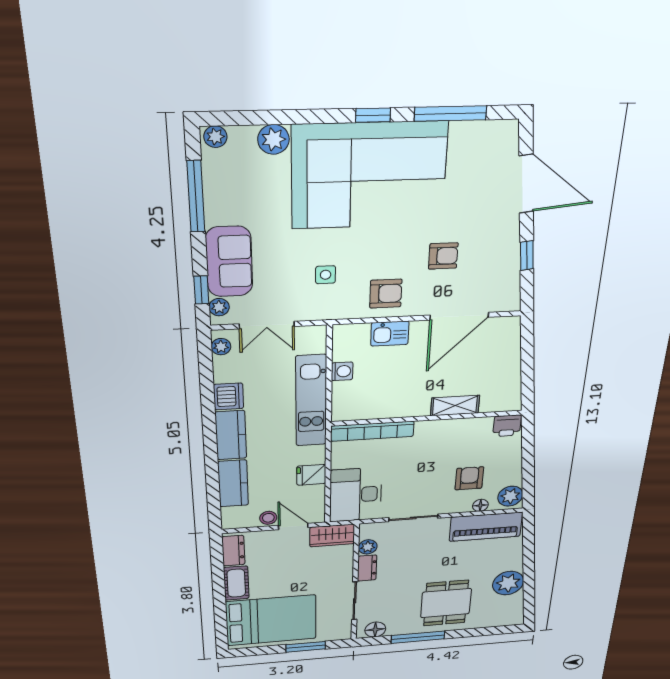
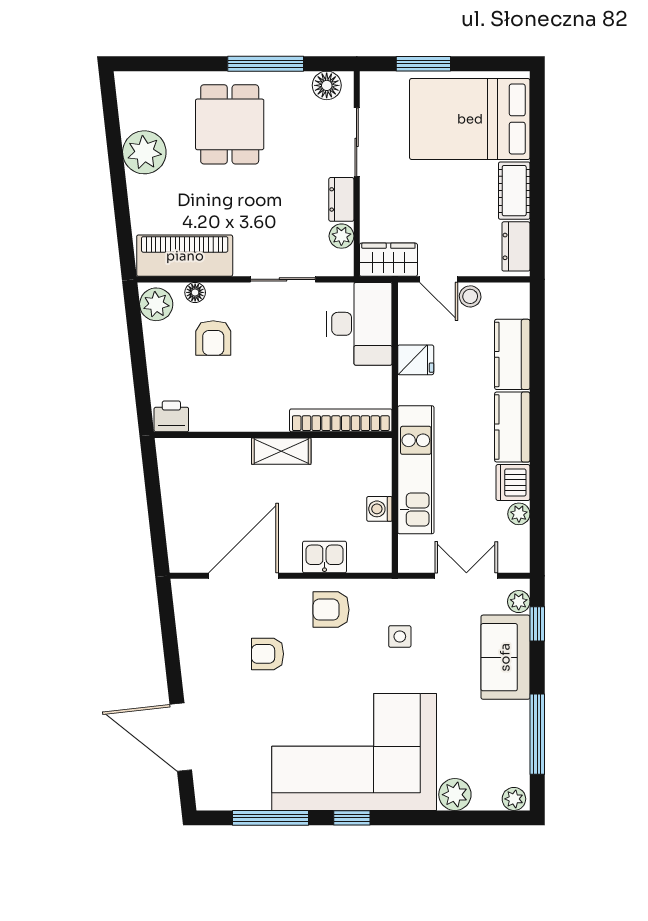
window: (527, 256) -> (171, 650), removed
plant: (221, 347) -> (519, 514), moved
shelving: (455, 406) -> (281, 451), moved

